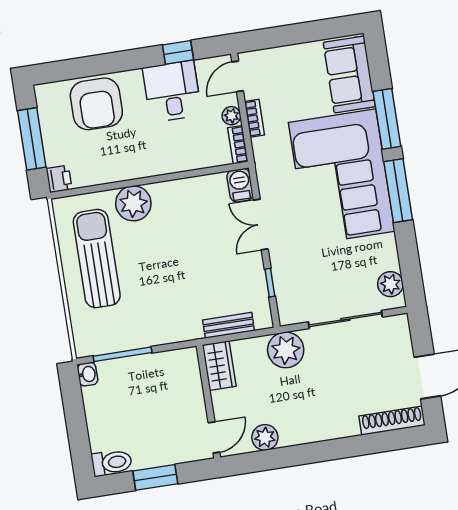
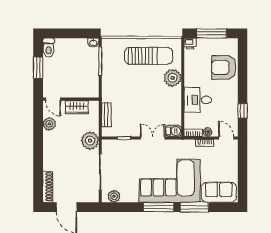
desk: (172, 91) -> (198, 100), moved, turned 180
wardrobe: (219, 366) -> (77, 107), moved

